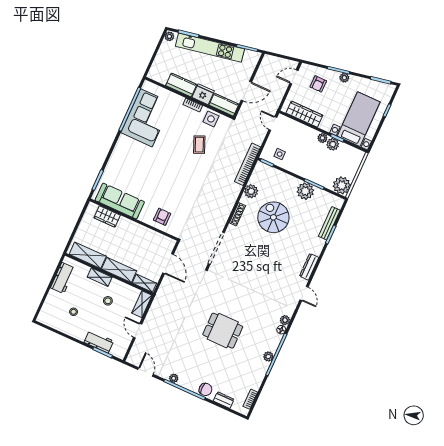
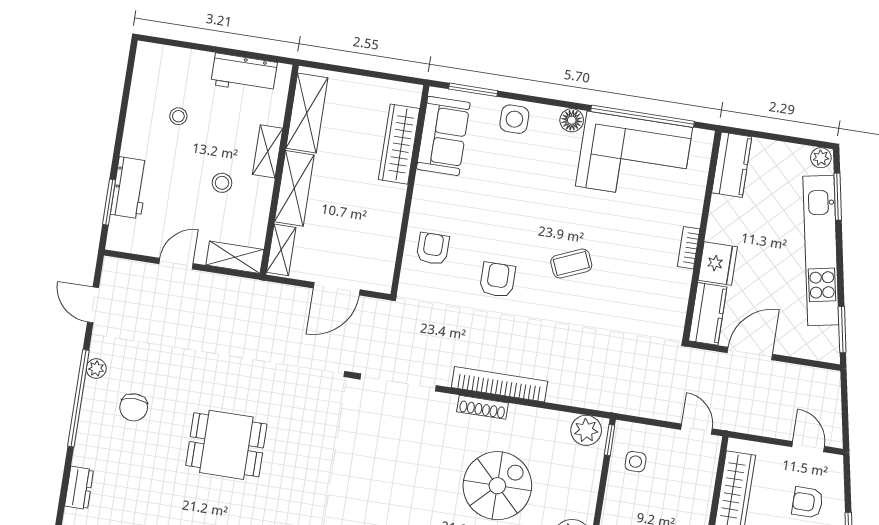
kitchen counter: (181, 85) -> (732, 165), moved
door: (246, 91) -> (750, 354), swing flipped
side table: (211, 119) -> (514, 119), moved
door: (273, 123) -> (697, 429), hinge flipped
floor lamp: (123, 141) -> (572, 120), added
coffee table: (199, 145) -> (571, 264), moved
bookcase: (247, 164) -> (500, 384), moved
plant: (251, 191) -> (586, 430), moved
armchair: (184, 192) -> (498, 280), added
sofa: (120, 201) -> (443, 136), width x0.73
wardrobe: (107, 216) -> (399, 144), width x1.50
armchair: (162, 217) -> (433, 249), turned -90
dining table: (223, 331) -> (226, 445), turned 90
door: (146, 372) -> (93, 305), swing flipped
chair: (205, 389) -> (134, 407), moved

